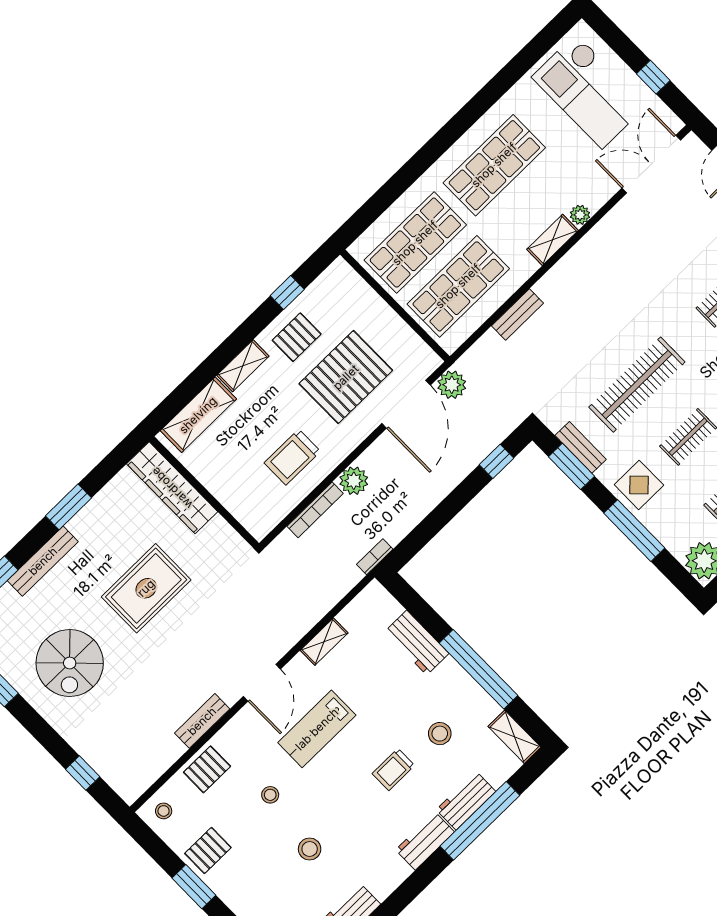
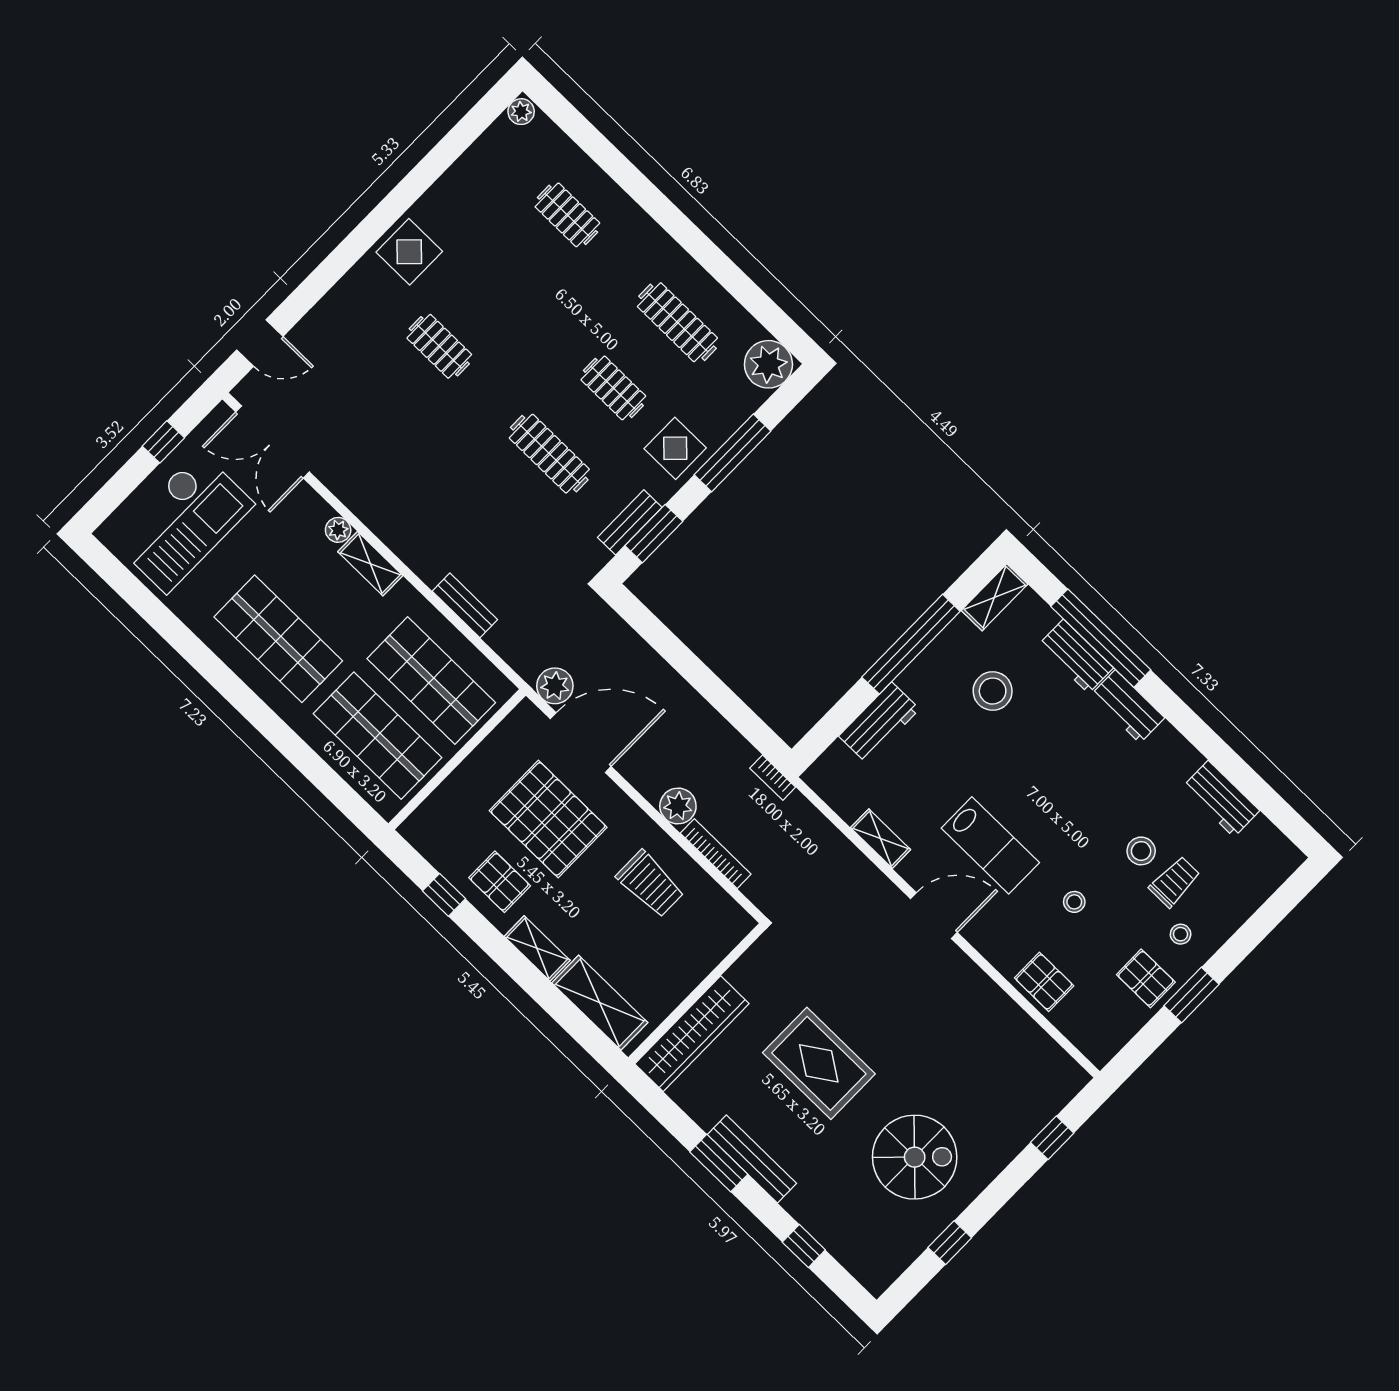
clothes rail: (637, 385) -> (549, 454), width x0.73, depth x0.76
window: (497, 461) -> (650, 627), removed
bench: (43, 561) -> (752, 1159), moved
bench: (202, 721) -> (984, 989), removed
stool: (440, 734) -> (993, 691), width x1.38, depth x1.38
trolley: (393, 770) -> (1175, 882), moved, turned -90
stool: (164, 811) -> (1181, 934), moved

